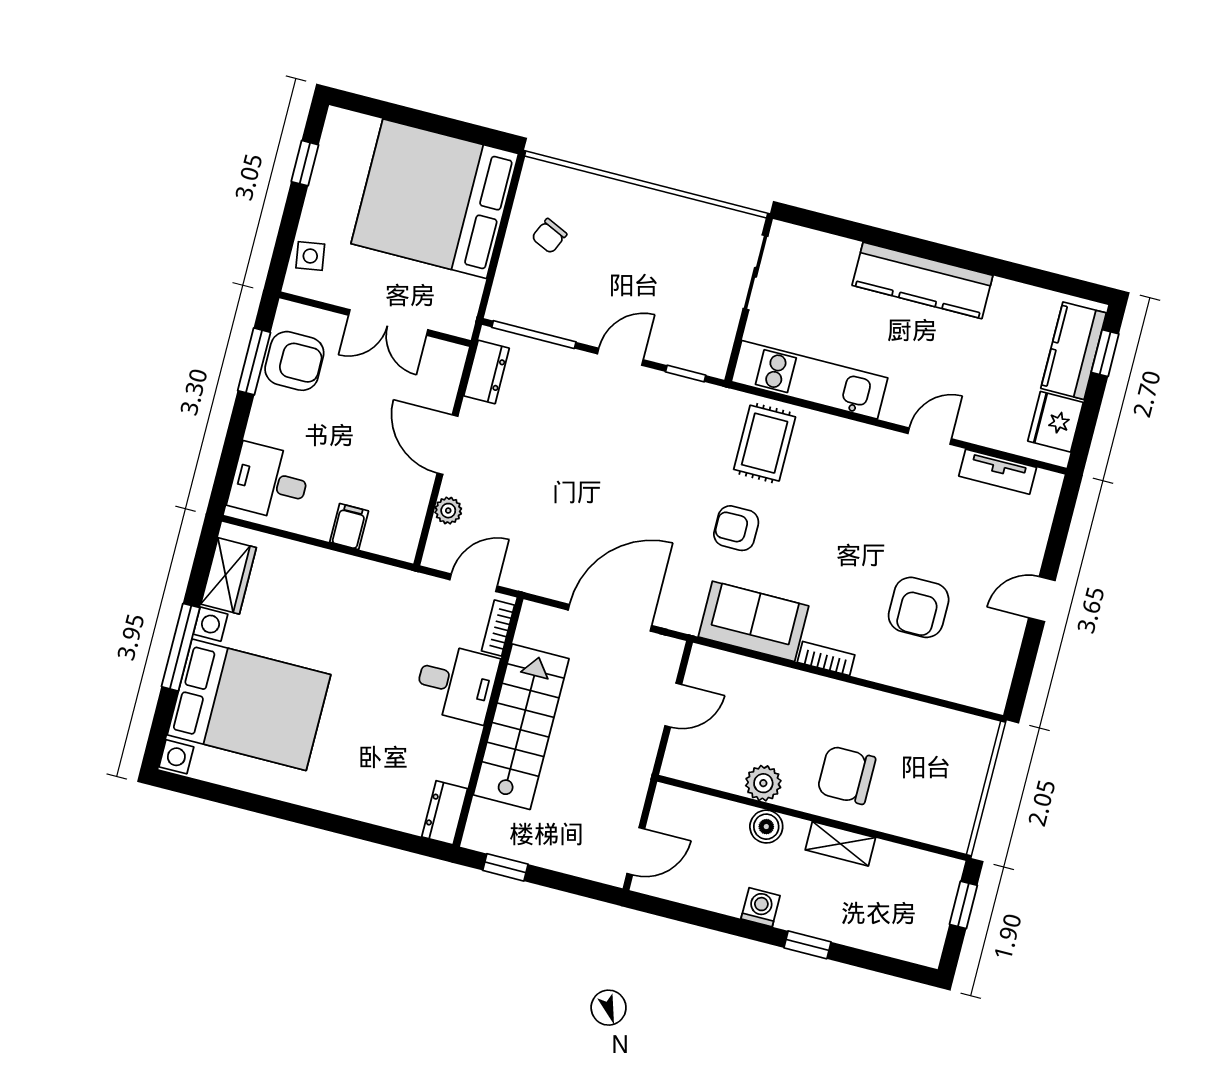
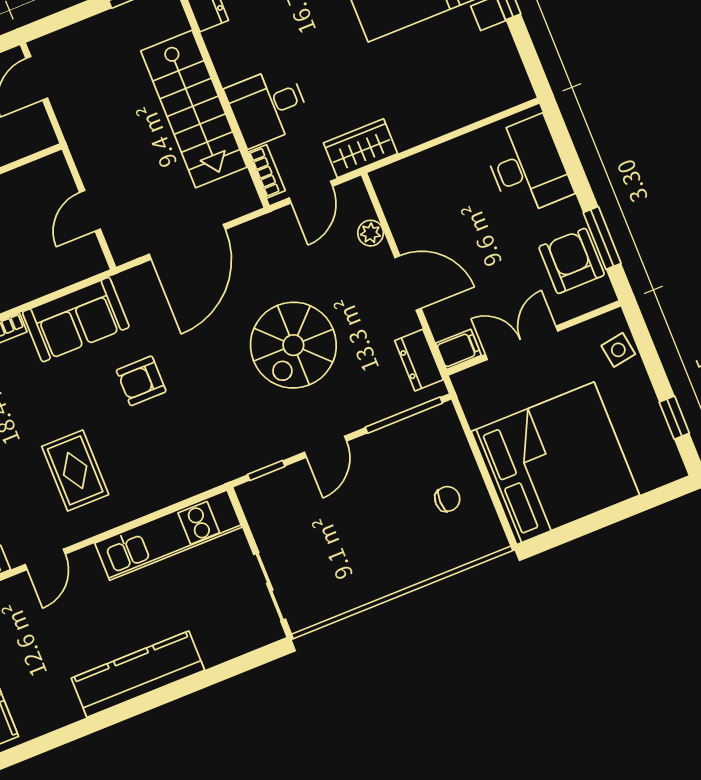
chair: (549, 236) -> (447, 499), turned 65
armchair: (294, 361) -> (572, 261), turned 90
rug: (765, 443) -> (75, 470), moved
spiral stairs: (584, 463) -> (293, 345), added
desk: (269, 482) -> (527, 166), width x1.37
filing cabinet: (349, 527) -> (459, 349), moved, turned -90
armchair: (736, 528) -> (141, 381), turned 180
wardrobe: (229, 576) -> (360, 148), moved, turned 90

